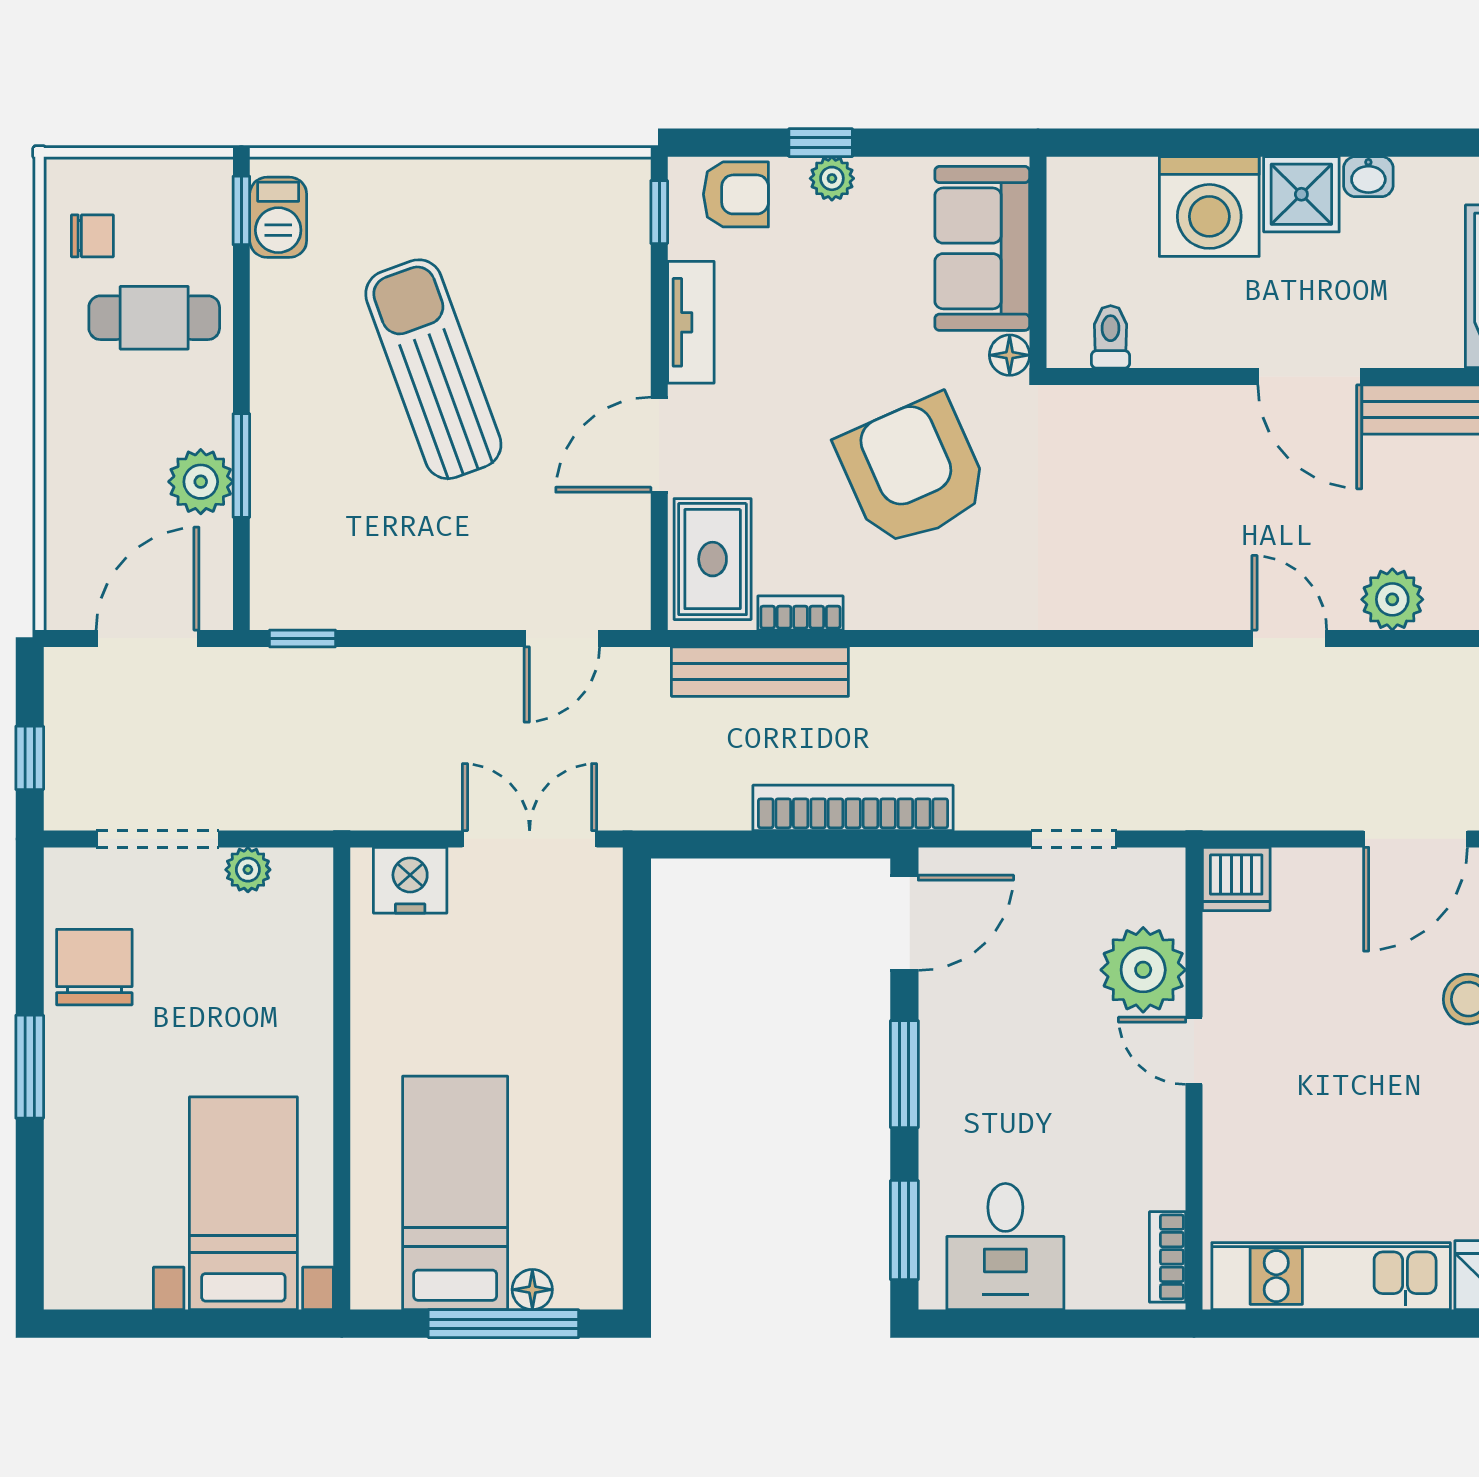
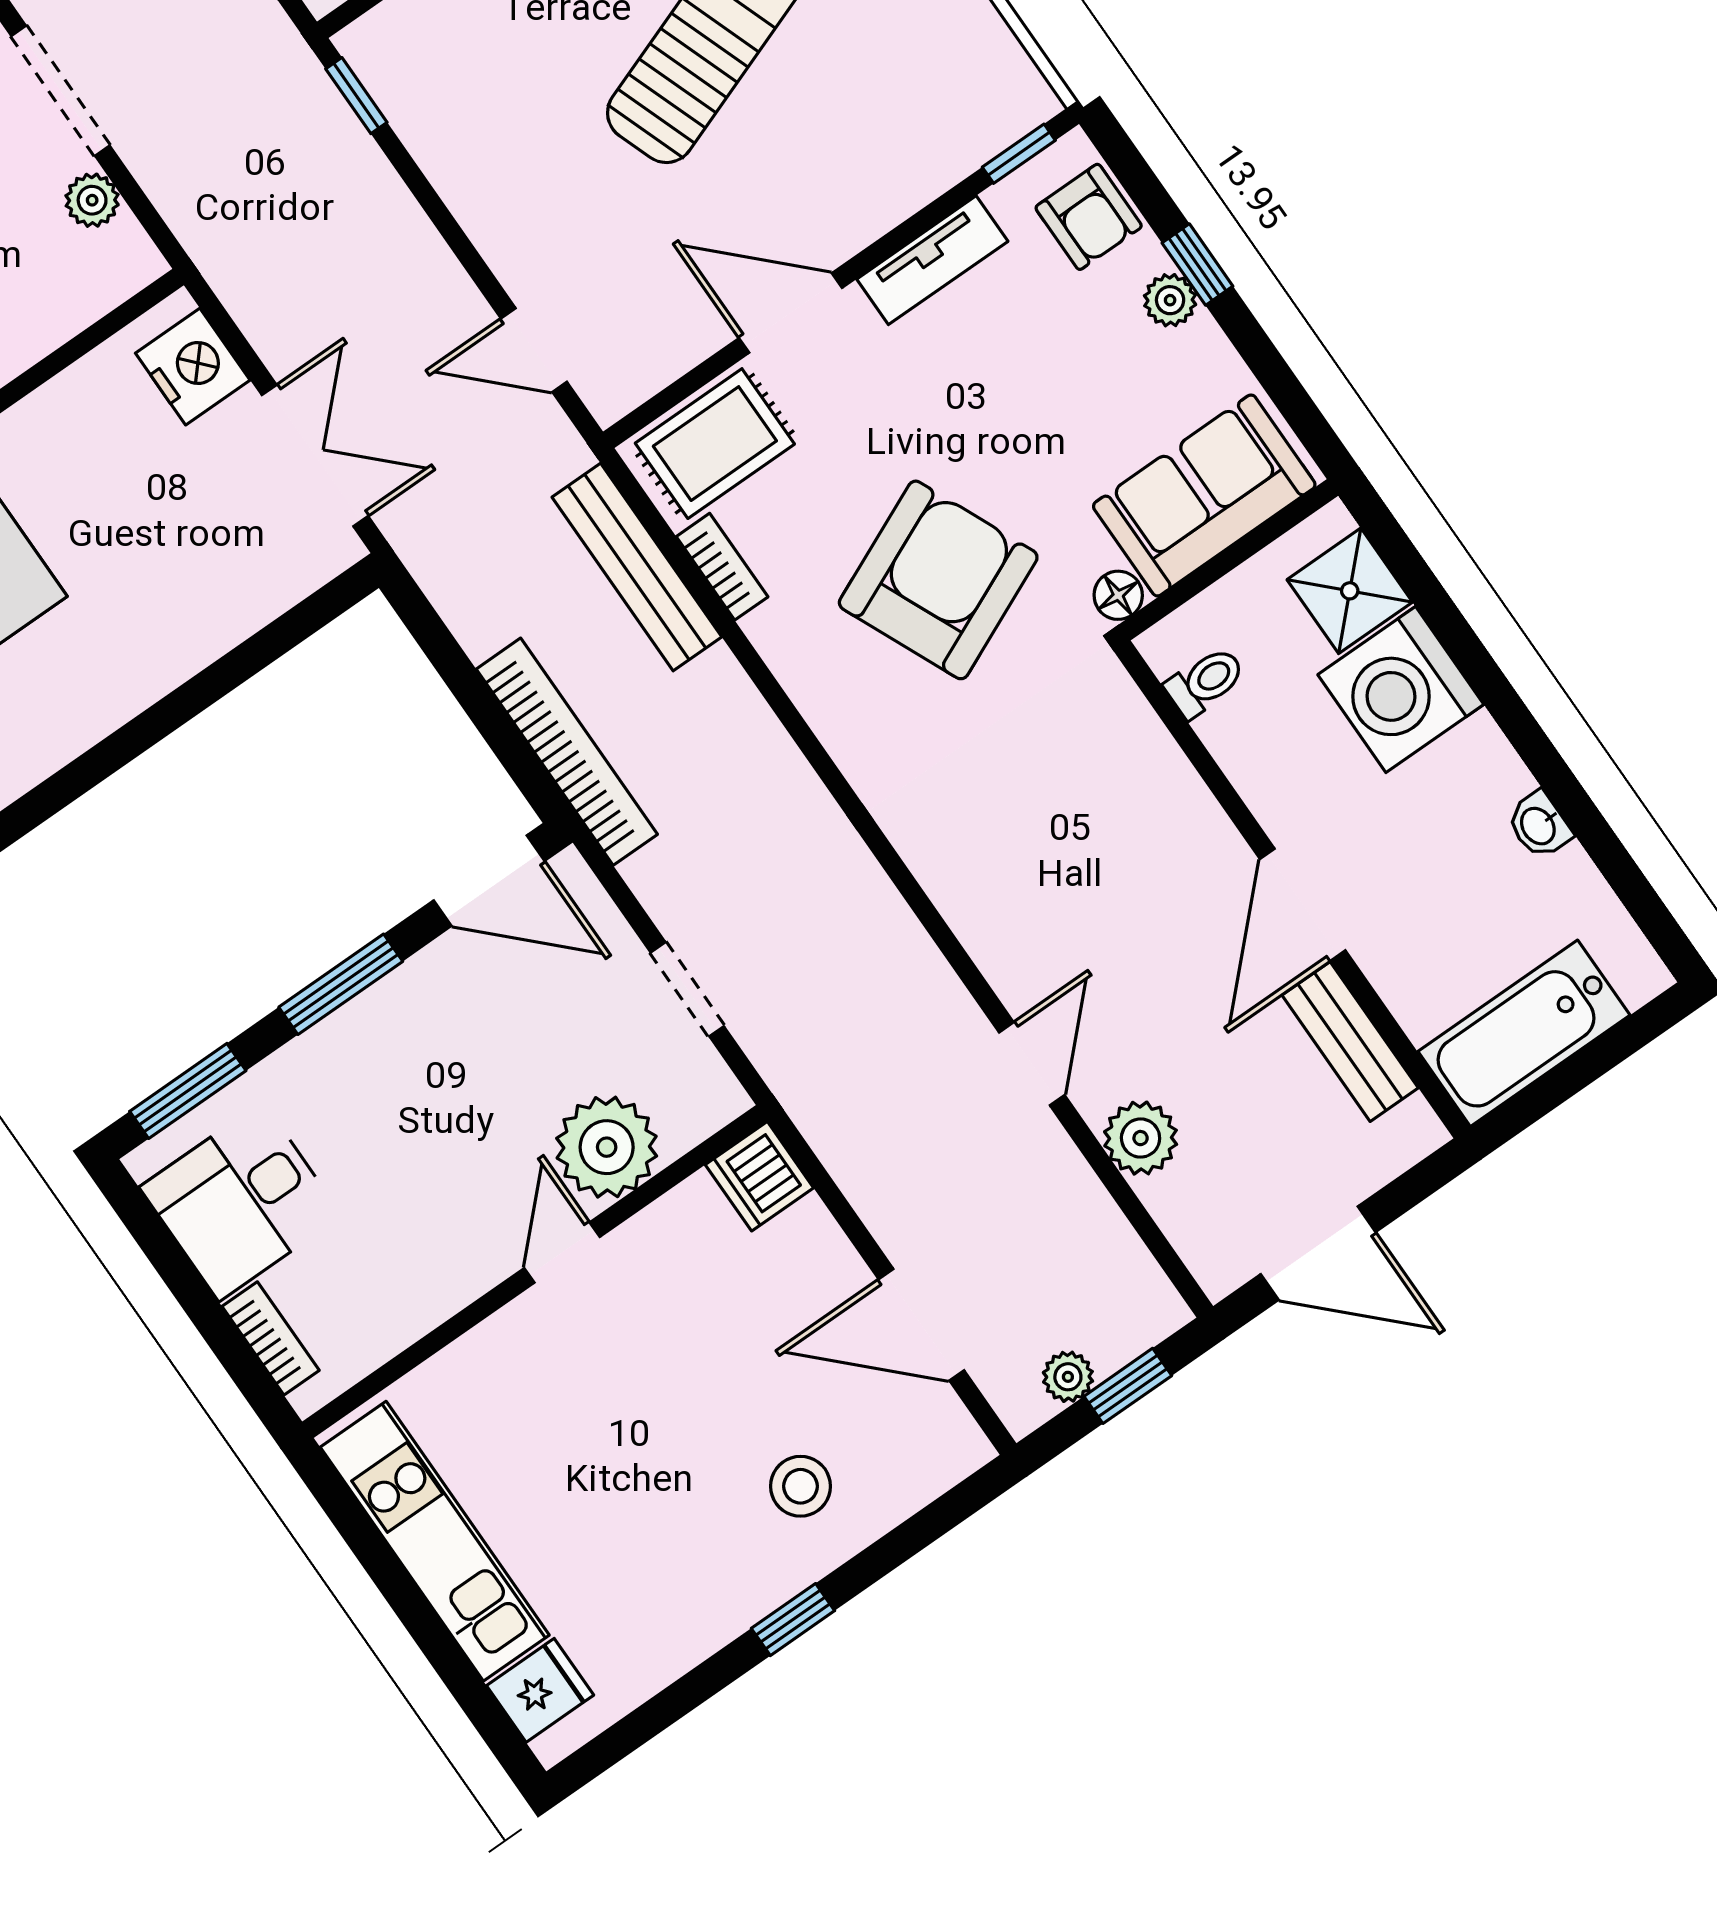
shower: (1301, 194) -> (1350, 591), moved
bookcase: (1168, 1257) -> (271, 1338), moved, turned 90

